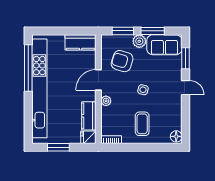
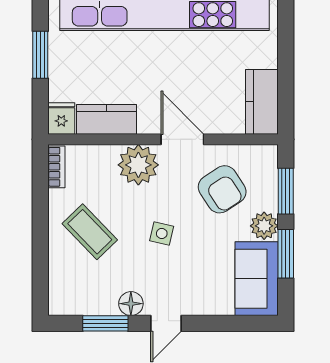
window: (186, 58) -> (105, 323), moved
armchair: (122, 61) -> (222, 189), turned 130
plant: (106, 101) -> (138, 165), width x1.88, depth x1.88
coffee table: (142, 124) -> (90, 232), turned 46
floor lamp: (176, 136) -> (131, 304), moved

